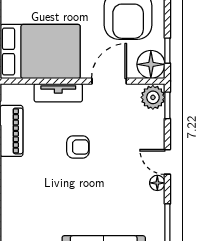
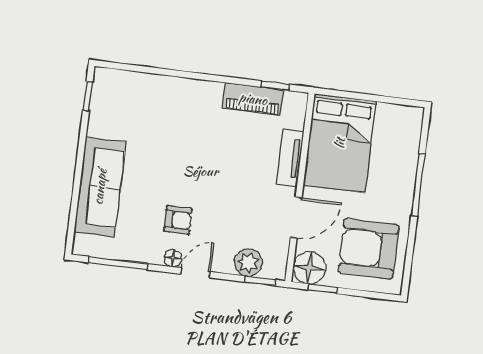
door: (109, 81) -> (296, 218), hinge flipped
plant: (153, 97) -> (248, 263), moved
armchair: (78, 147) -> (178, 220), moved, turned -90

